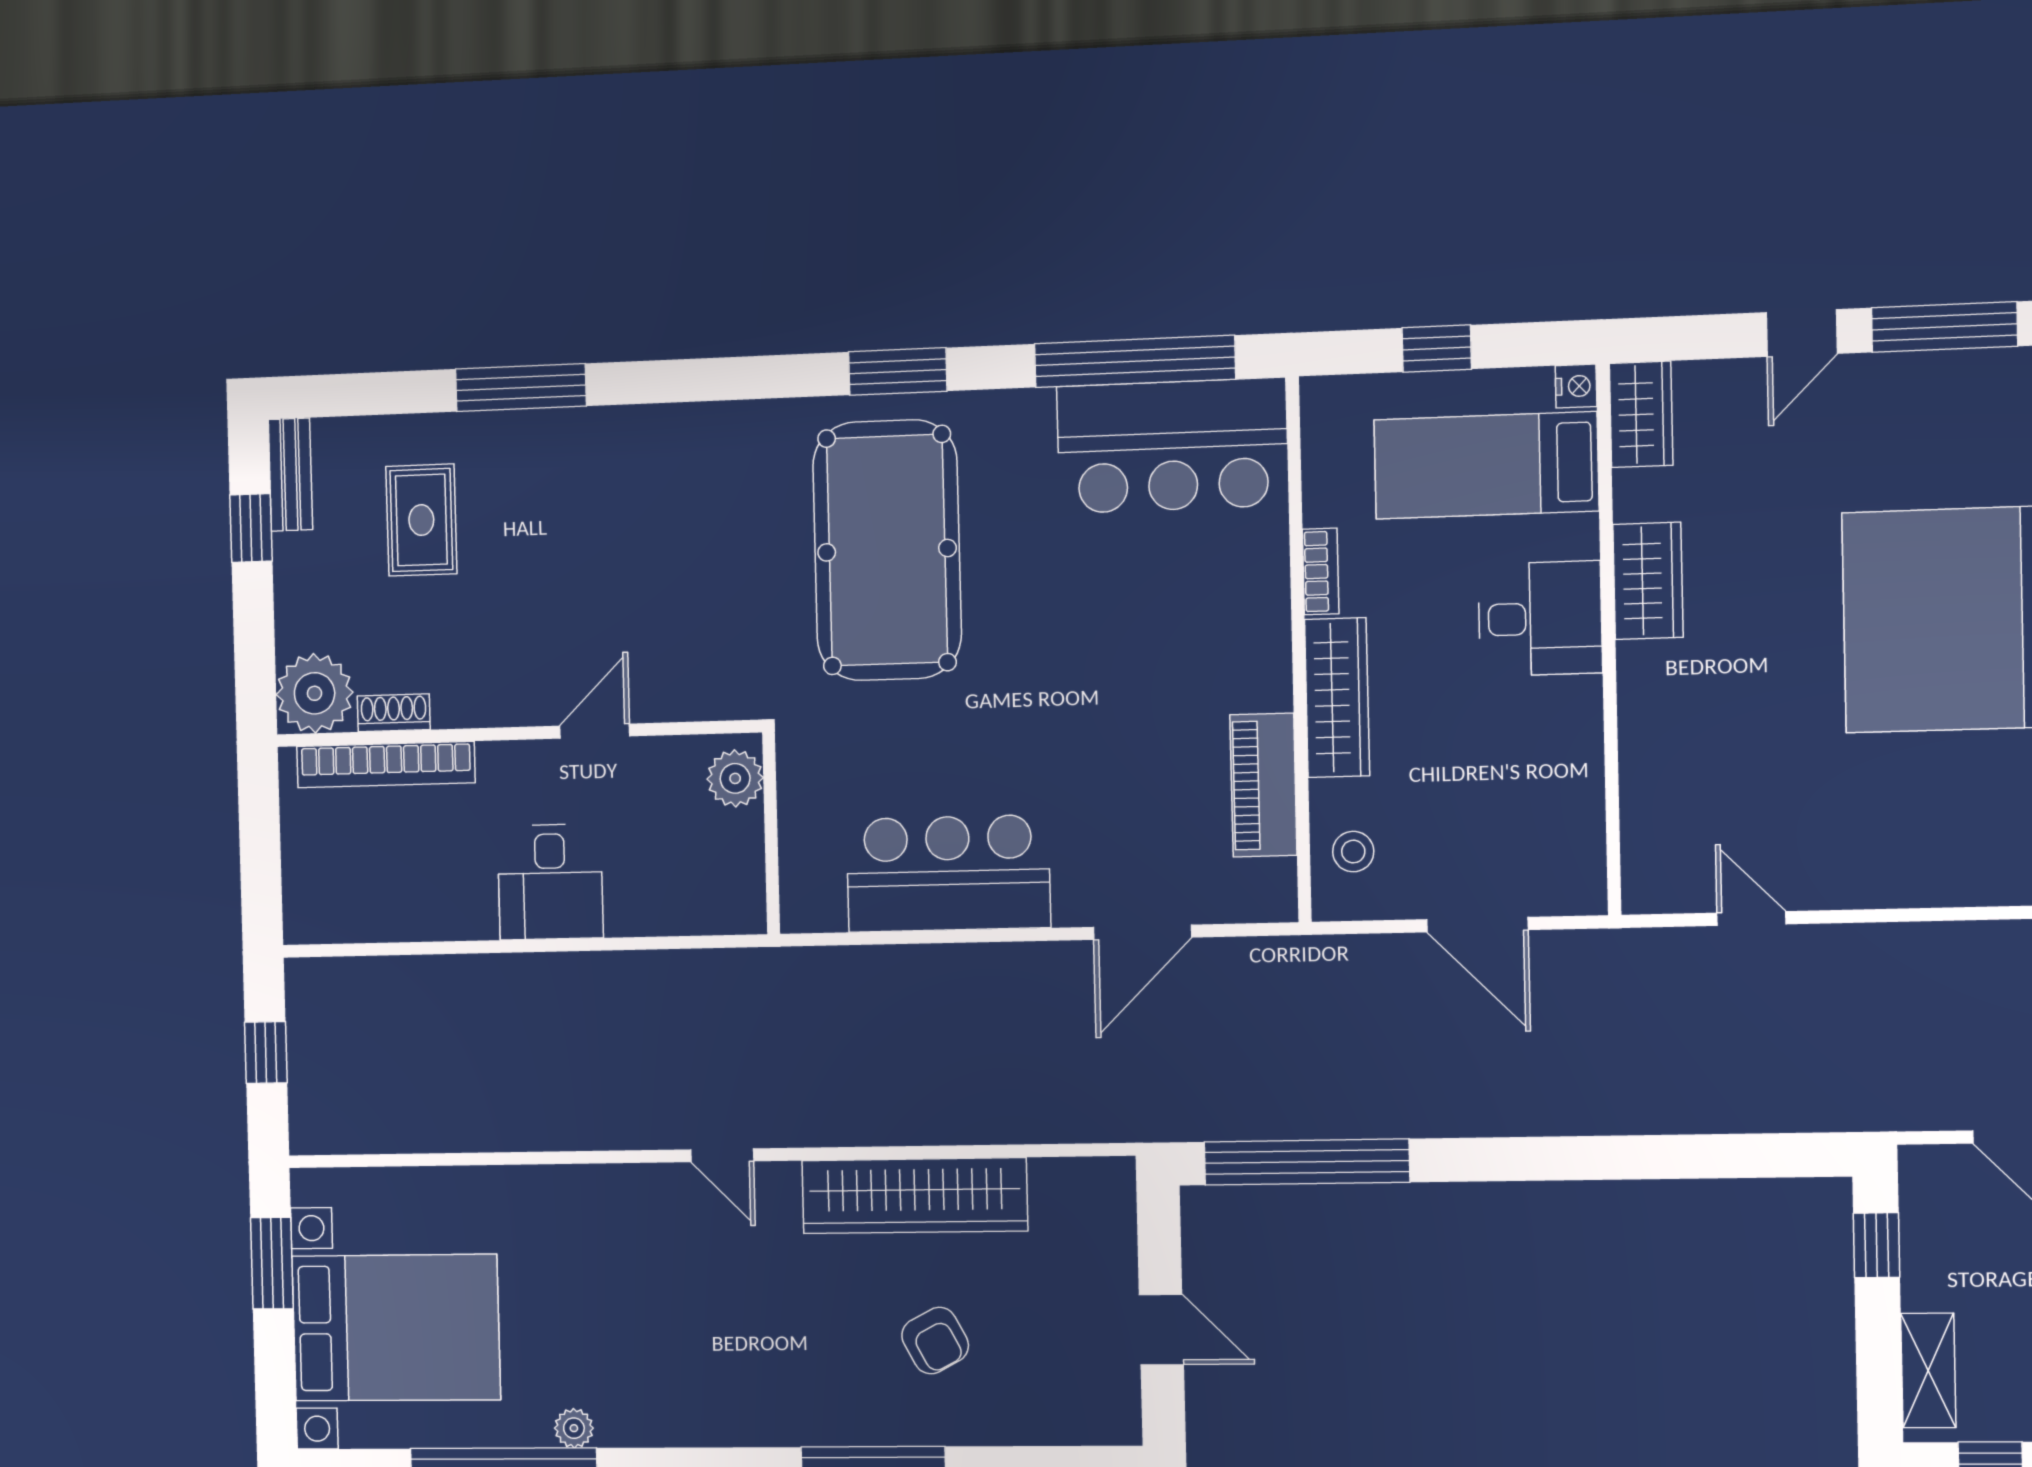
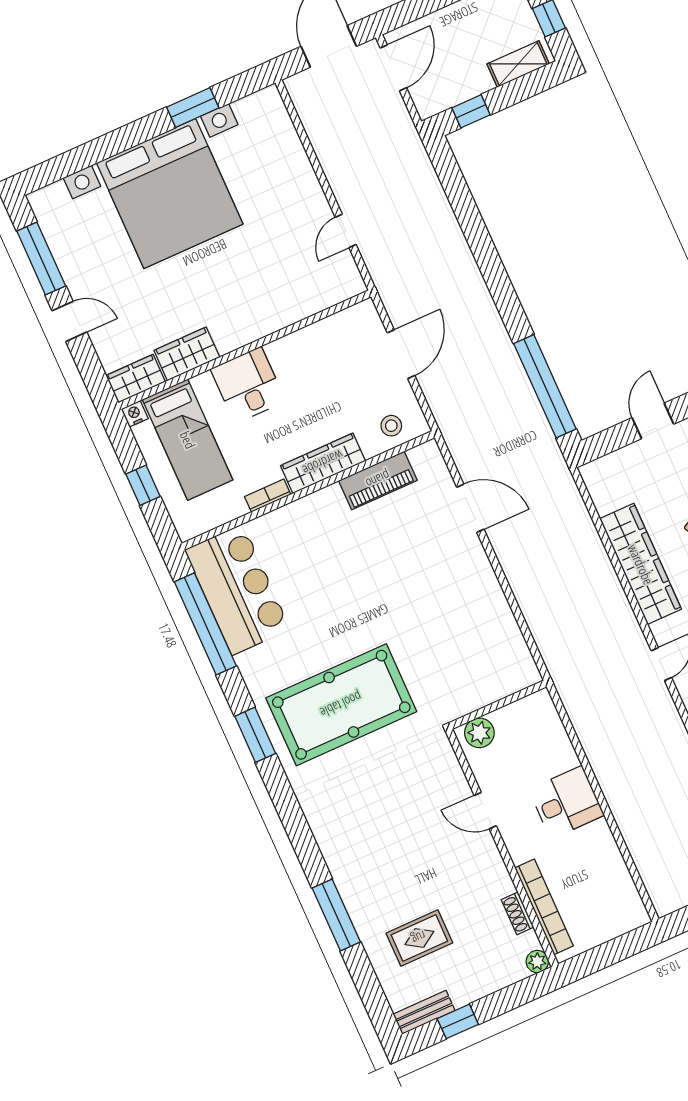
wardrobe: (1648, 581) -> (187, 354), moved
plant: (315, 693) -> (537, 961), width x0.53, depth x0.53
bar counter: (948, 873) -> (481, 612), removed

